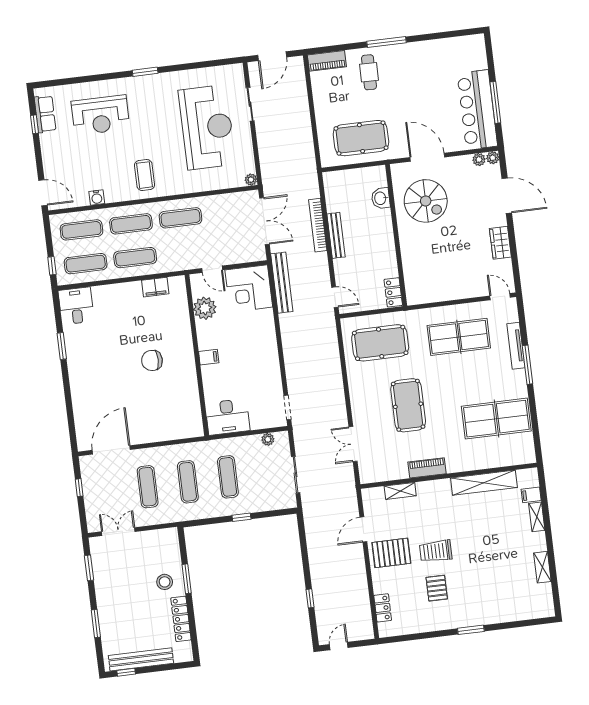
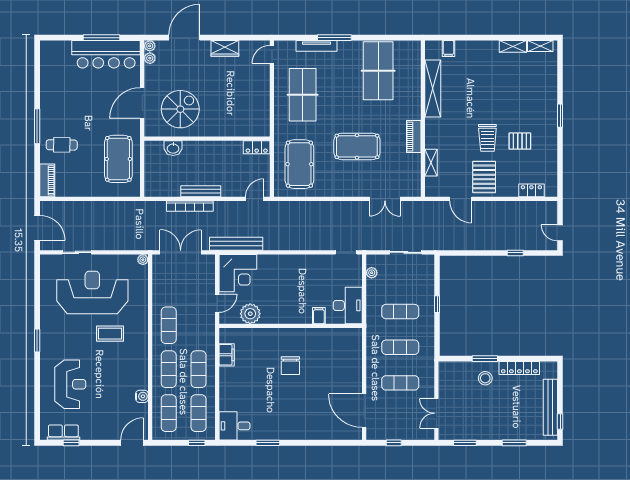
coffee table: (145, 175) -> (110, 334), moved
filing cabinet: (209, 357) -> (319, 316), moved
shelving: (537, 517) -> (540, 46), moved

